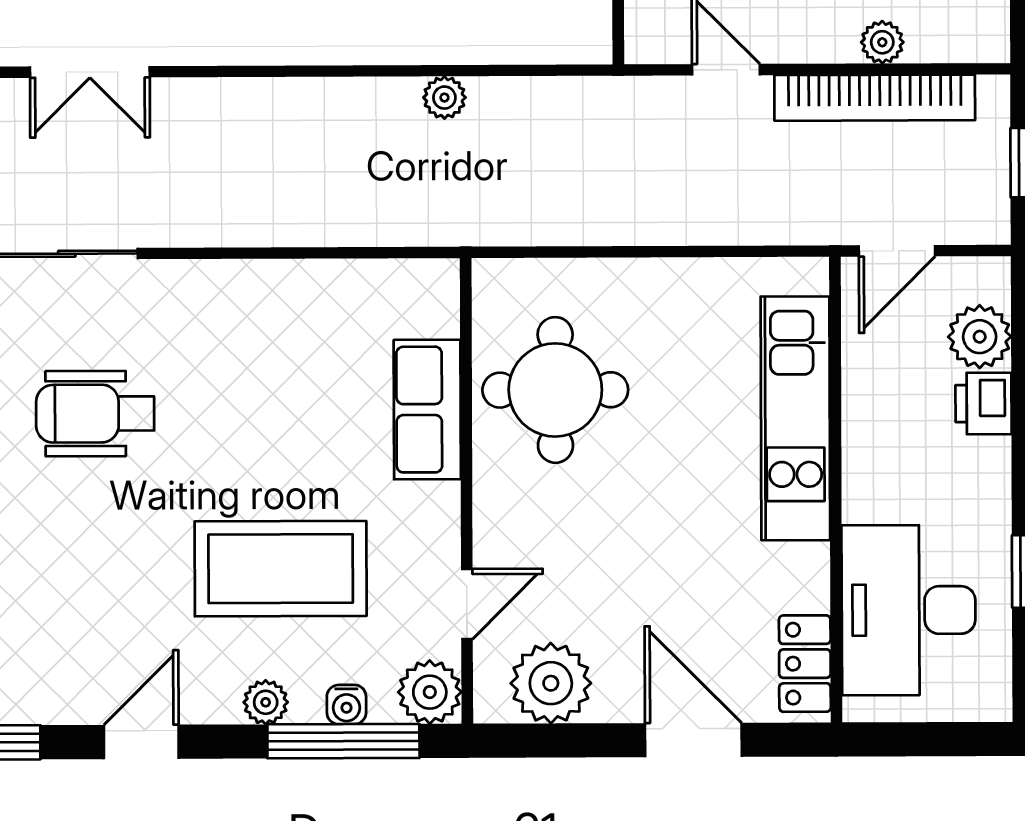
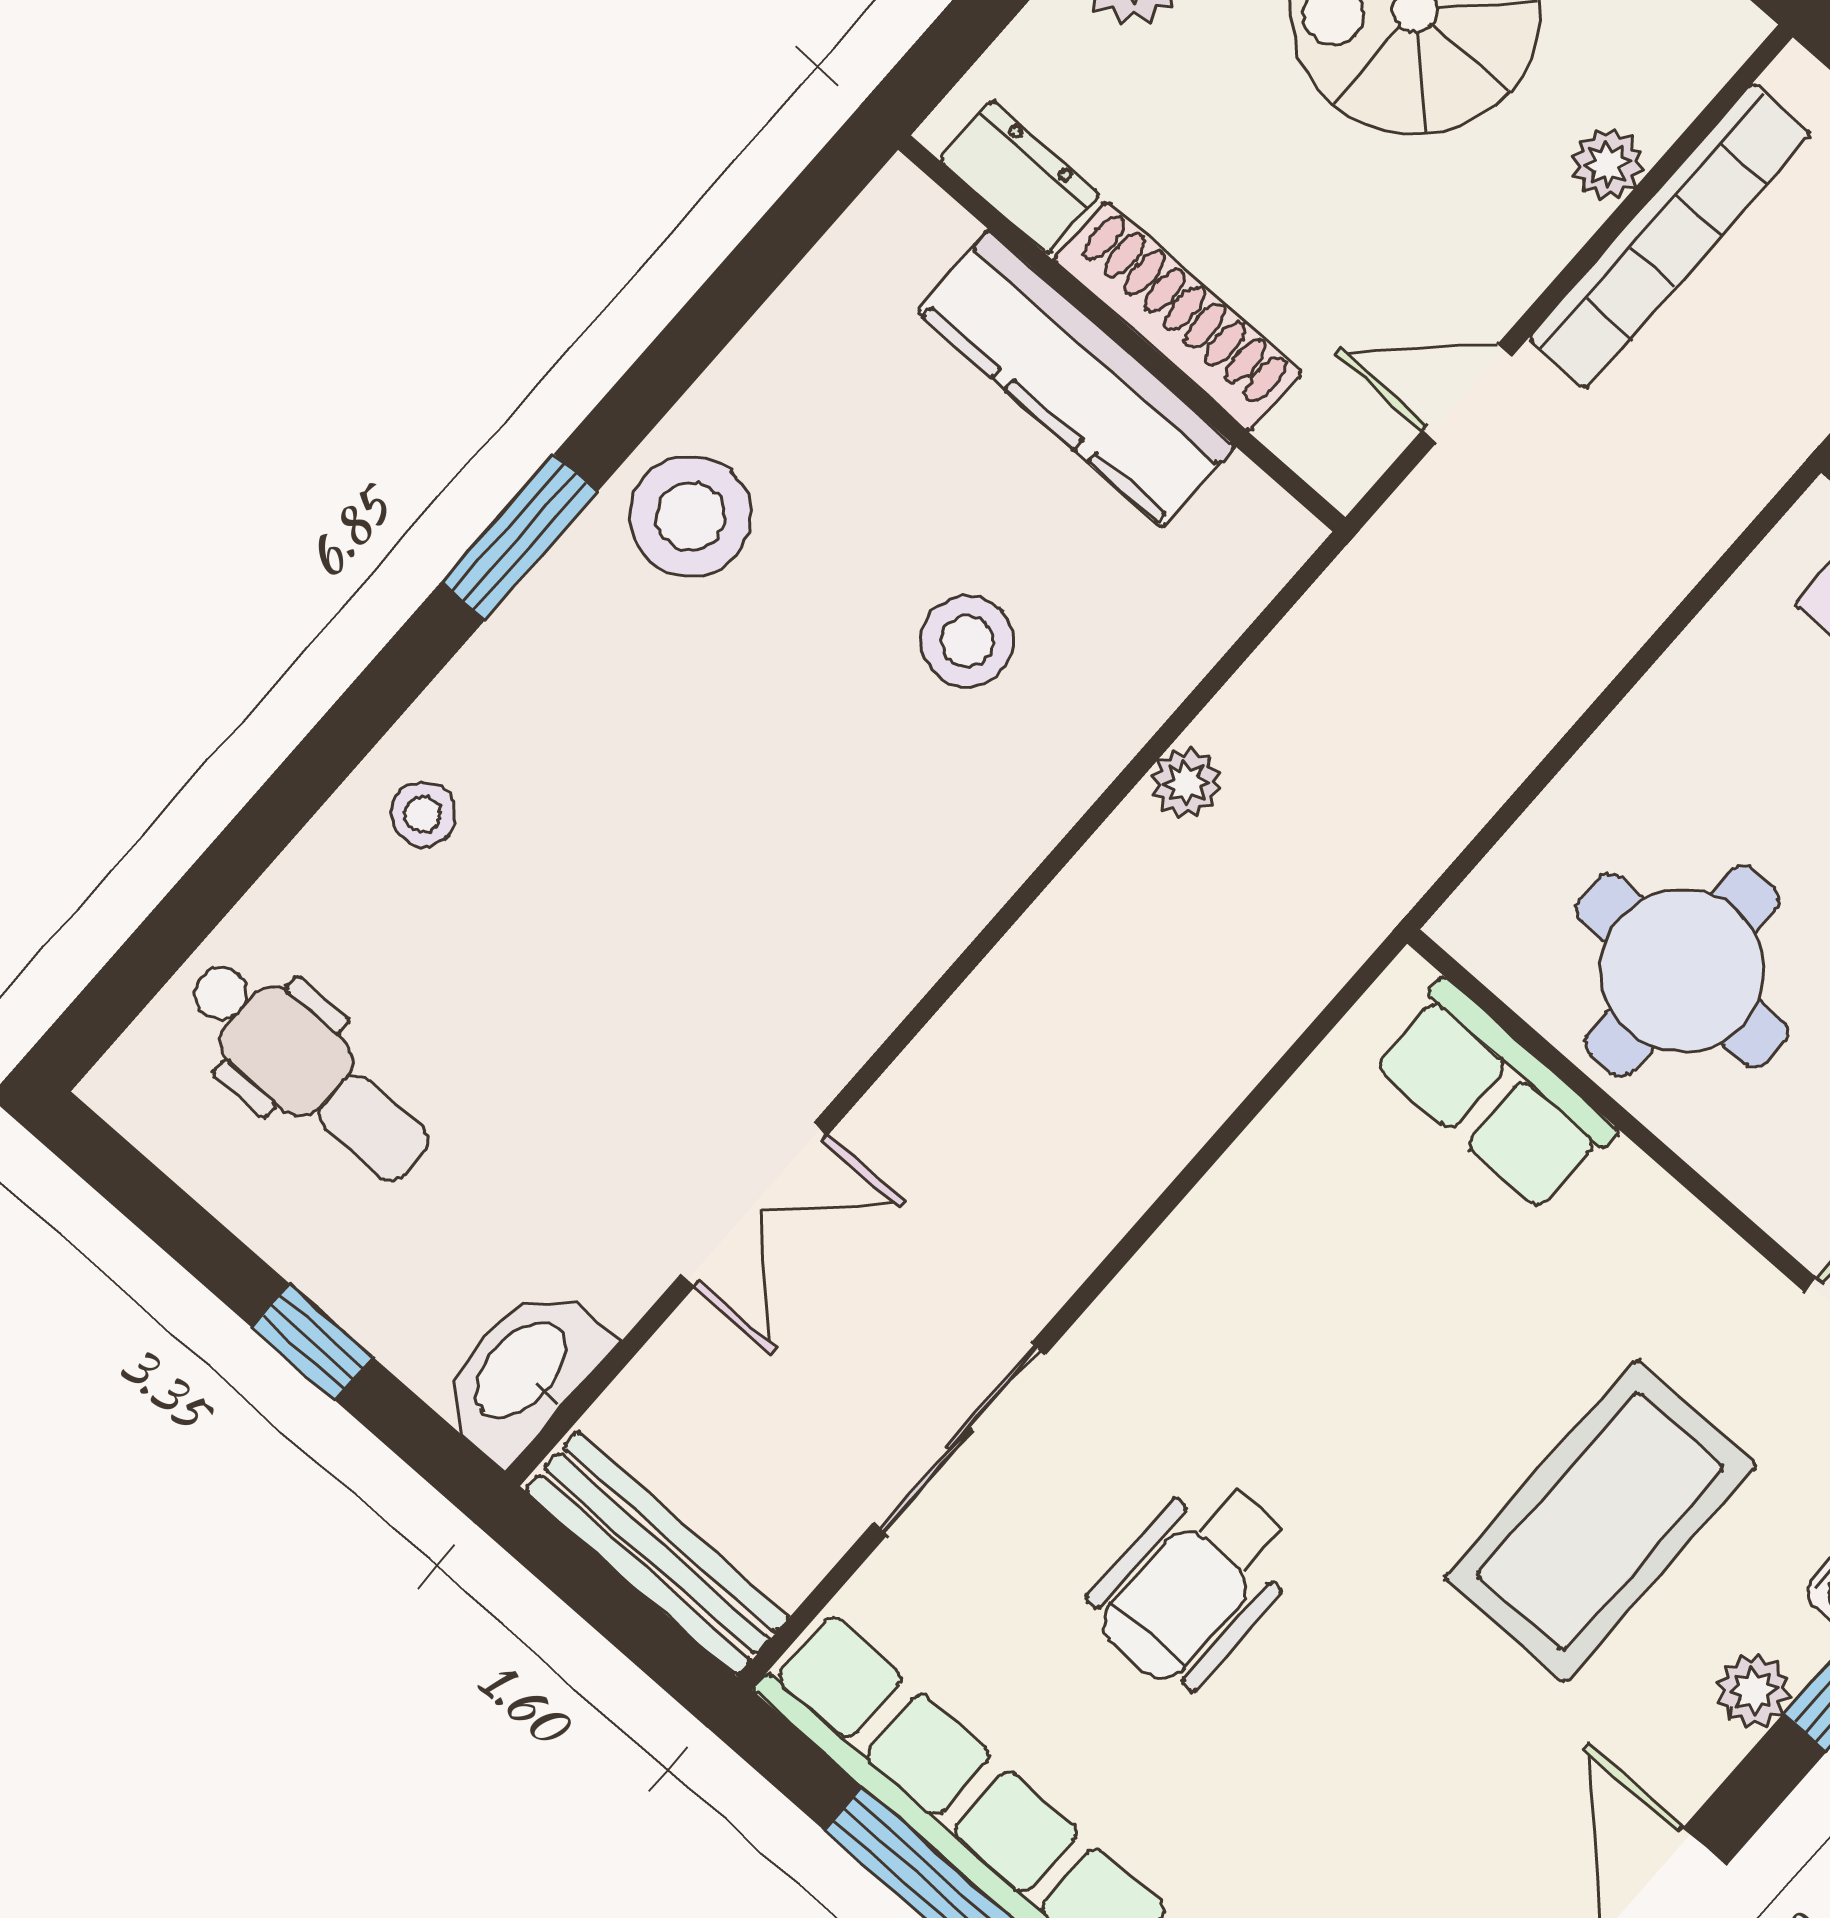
row of seats: (427, 410) -> (1494, 1095), moved

